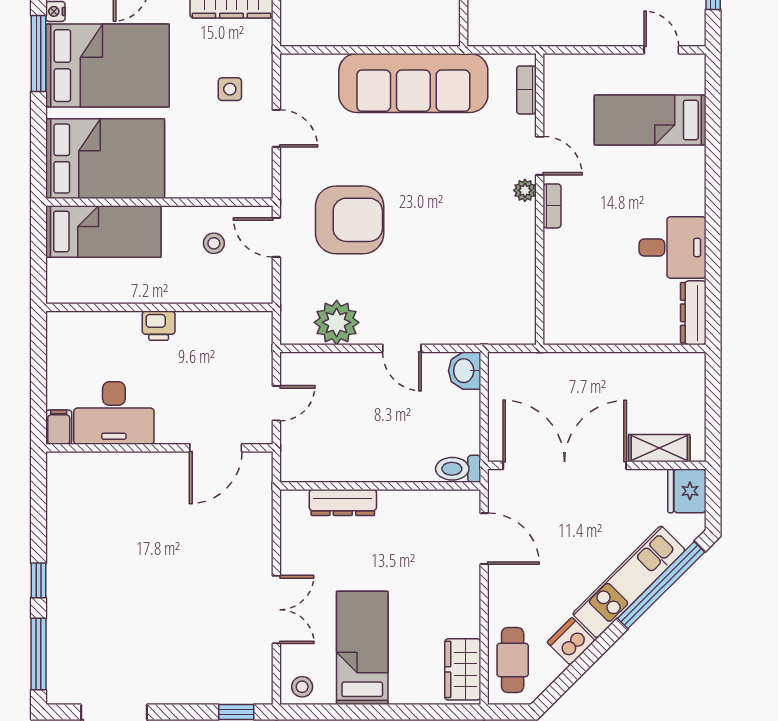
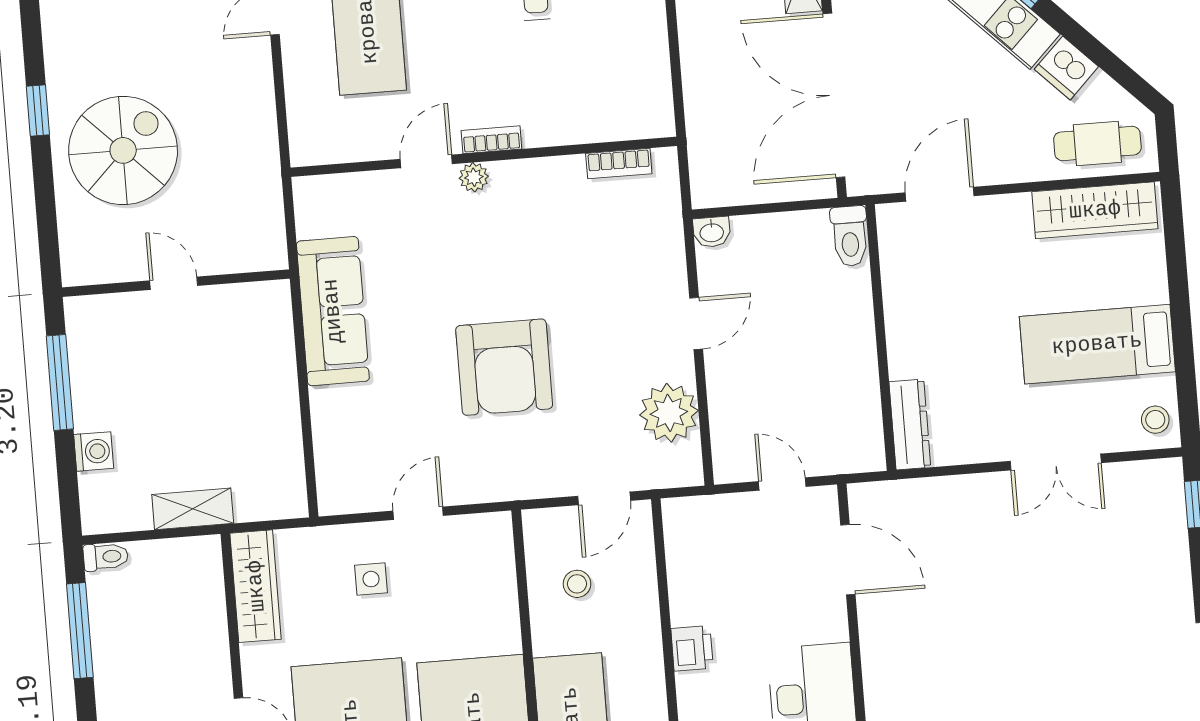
sofa: (413, 83) -> (333, 311), width x0.74, depth x0.79
bookcase: (526, 90) -> (619, 164), moved
armchair: (350, 220) -> (504, 367), moved, turned 180
door: (276, 237) -> (604, 498), moved
washbasin: (465, 371) -> (712, 232), width x0.72, depth x0.69
dresser: (343, 502) -> (910, 425), moved
double door: (276, 610) -> (1056, 462), swing flipped
wardrobe: (463, 669) -> (1095, 210), width x1.50

